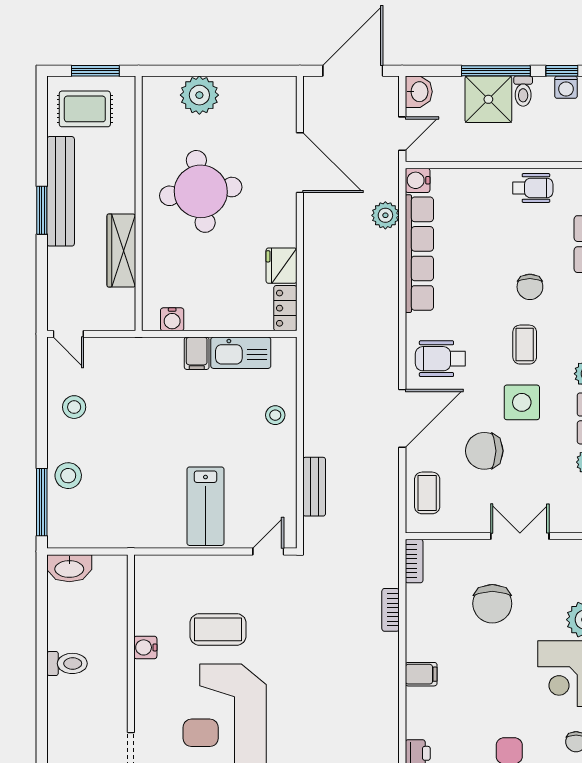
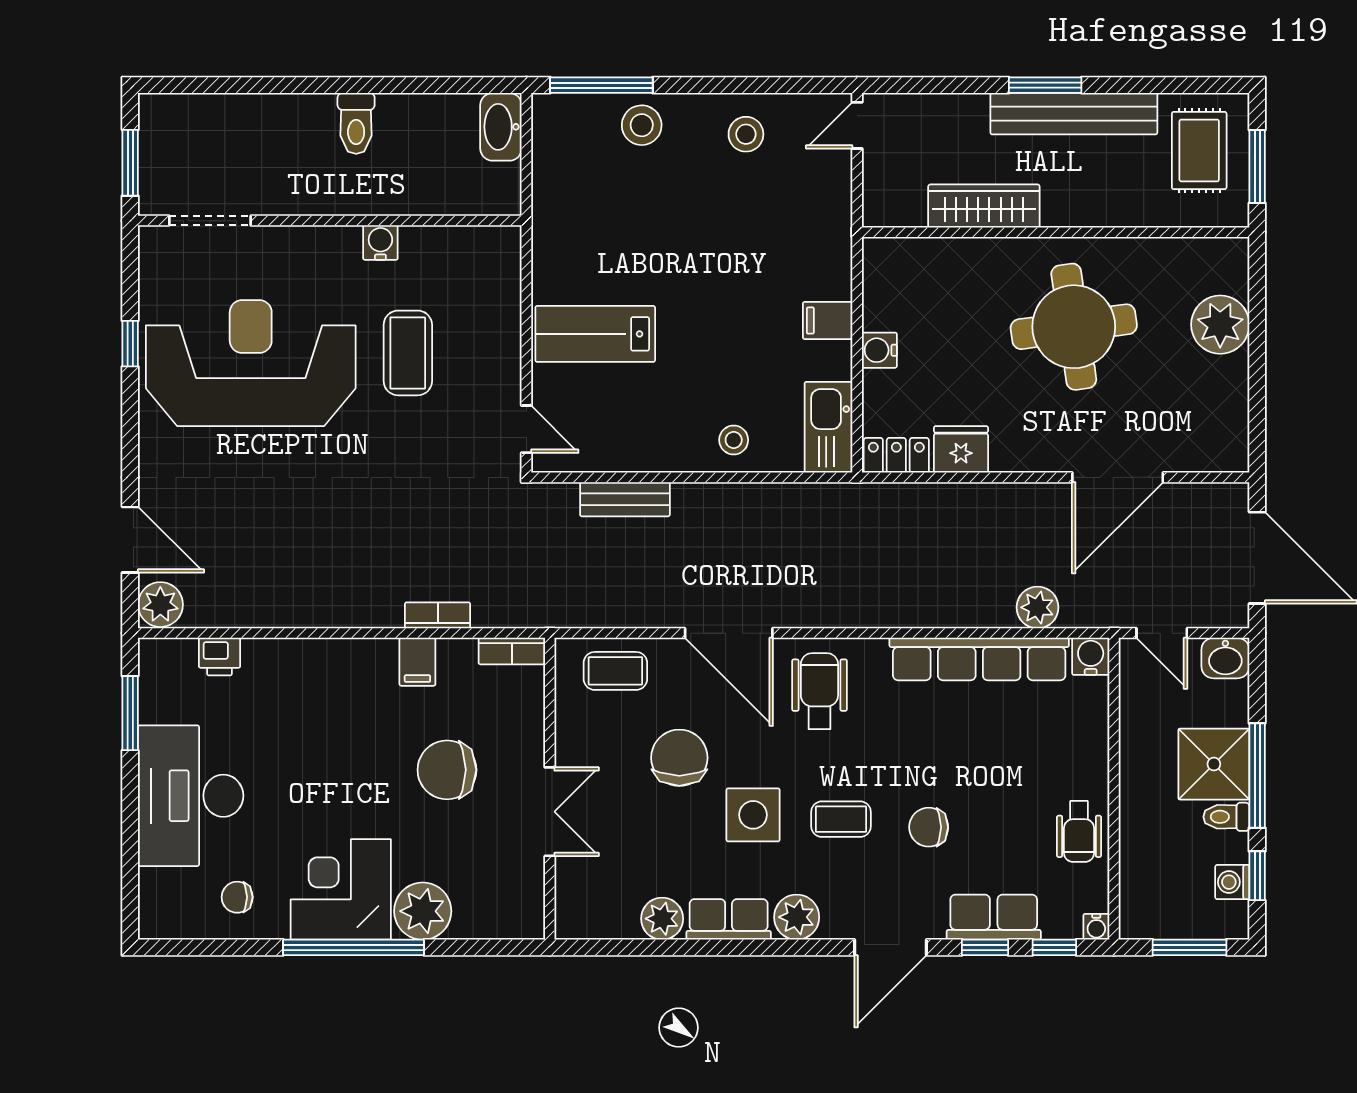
water cooler: (172, 319) -> (879, 350), moved
kitchen sink: (241, 353) -> (828, 427), moved
filing cabinet: (421, 674) -> (417, 662), moved

